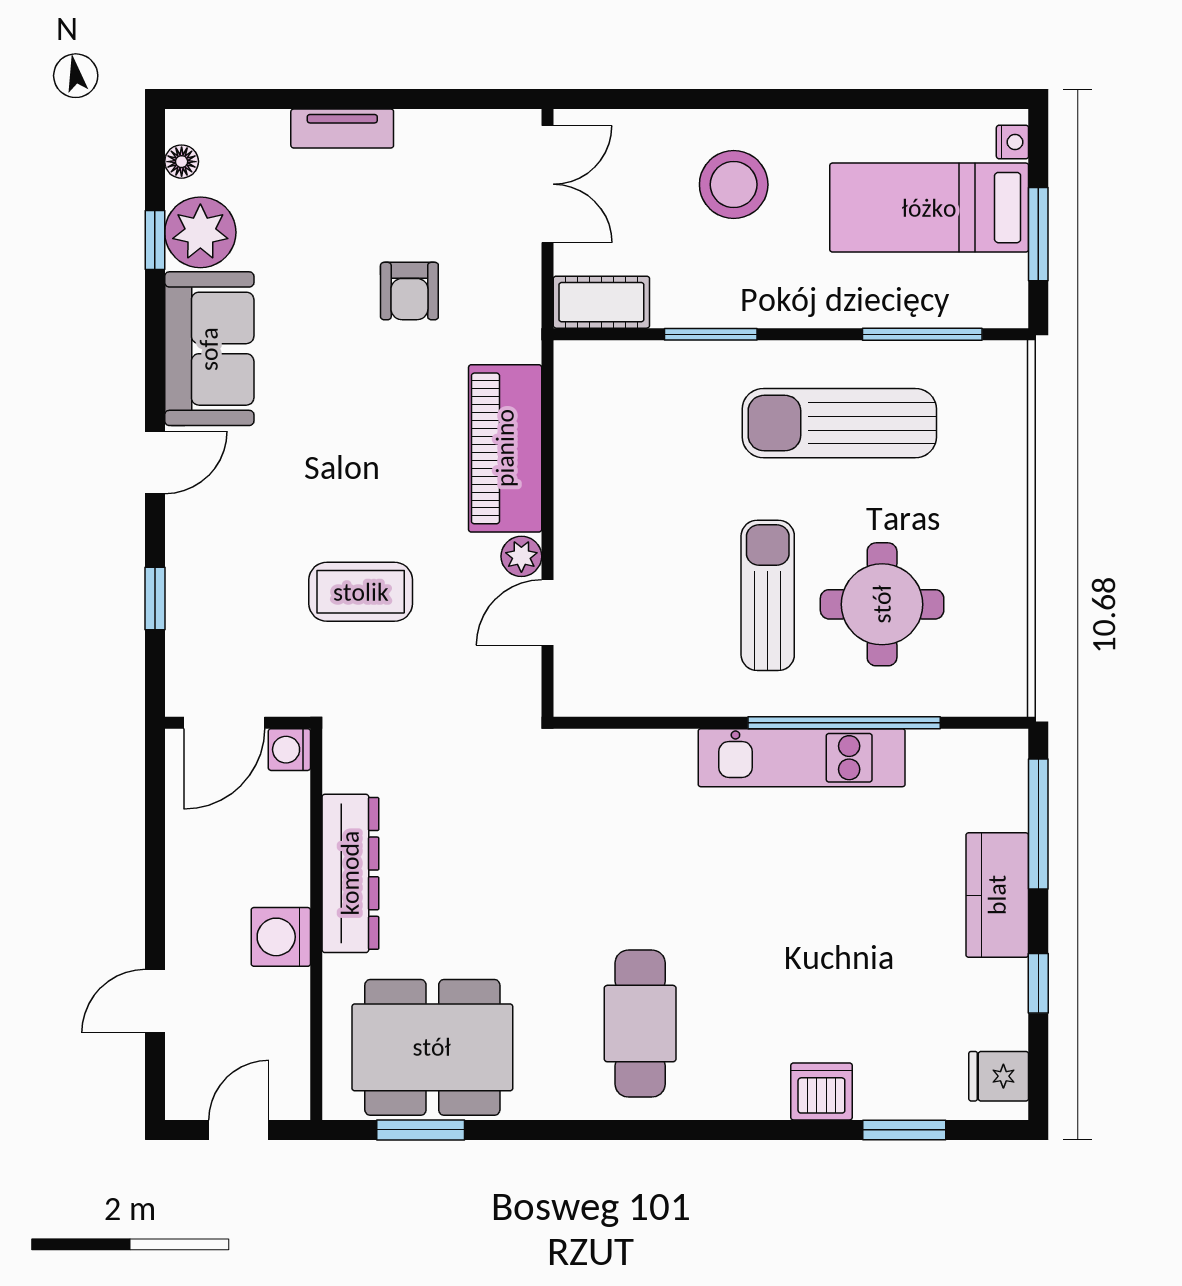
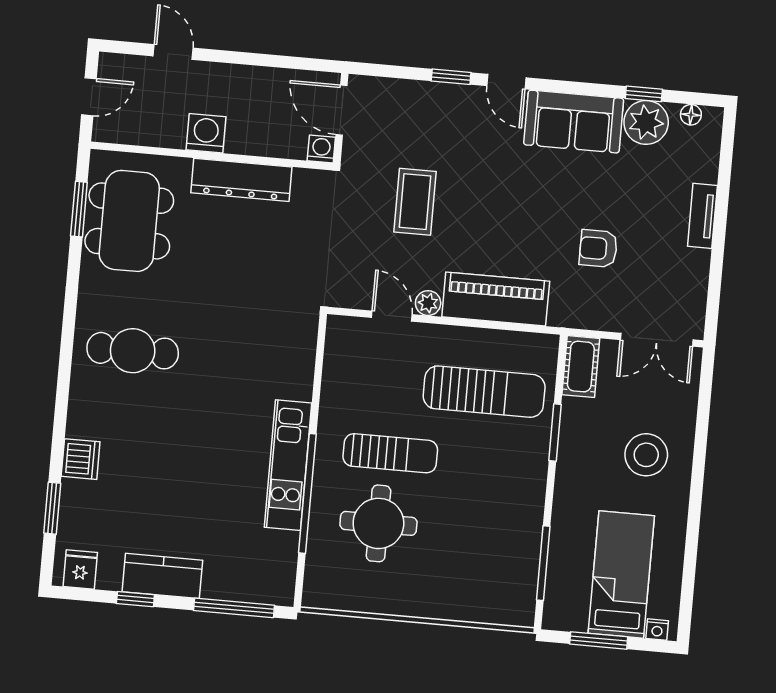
sun lounger: (839, 423) -> (484, 392), moved, turned 90
window: (155, 599) -> (451, 77), moved
kitchen counter: (997, 895) -> (162, 576), moved
door: (239, 1130) -> (89, 97), hinge flipped

